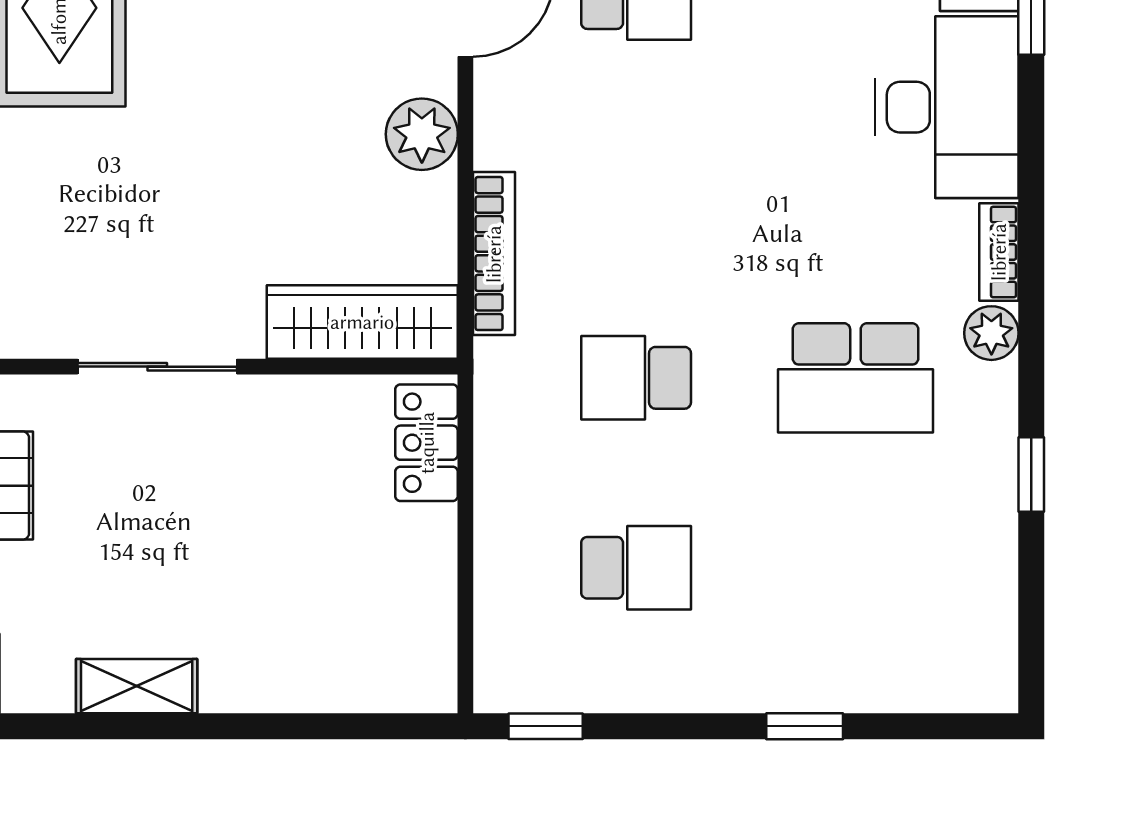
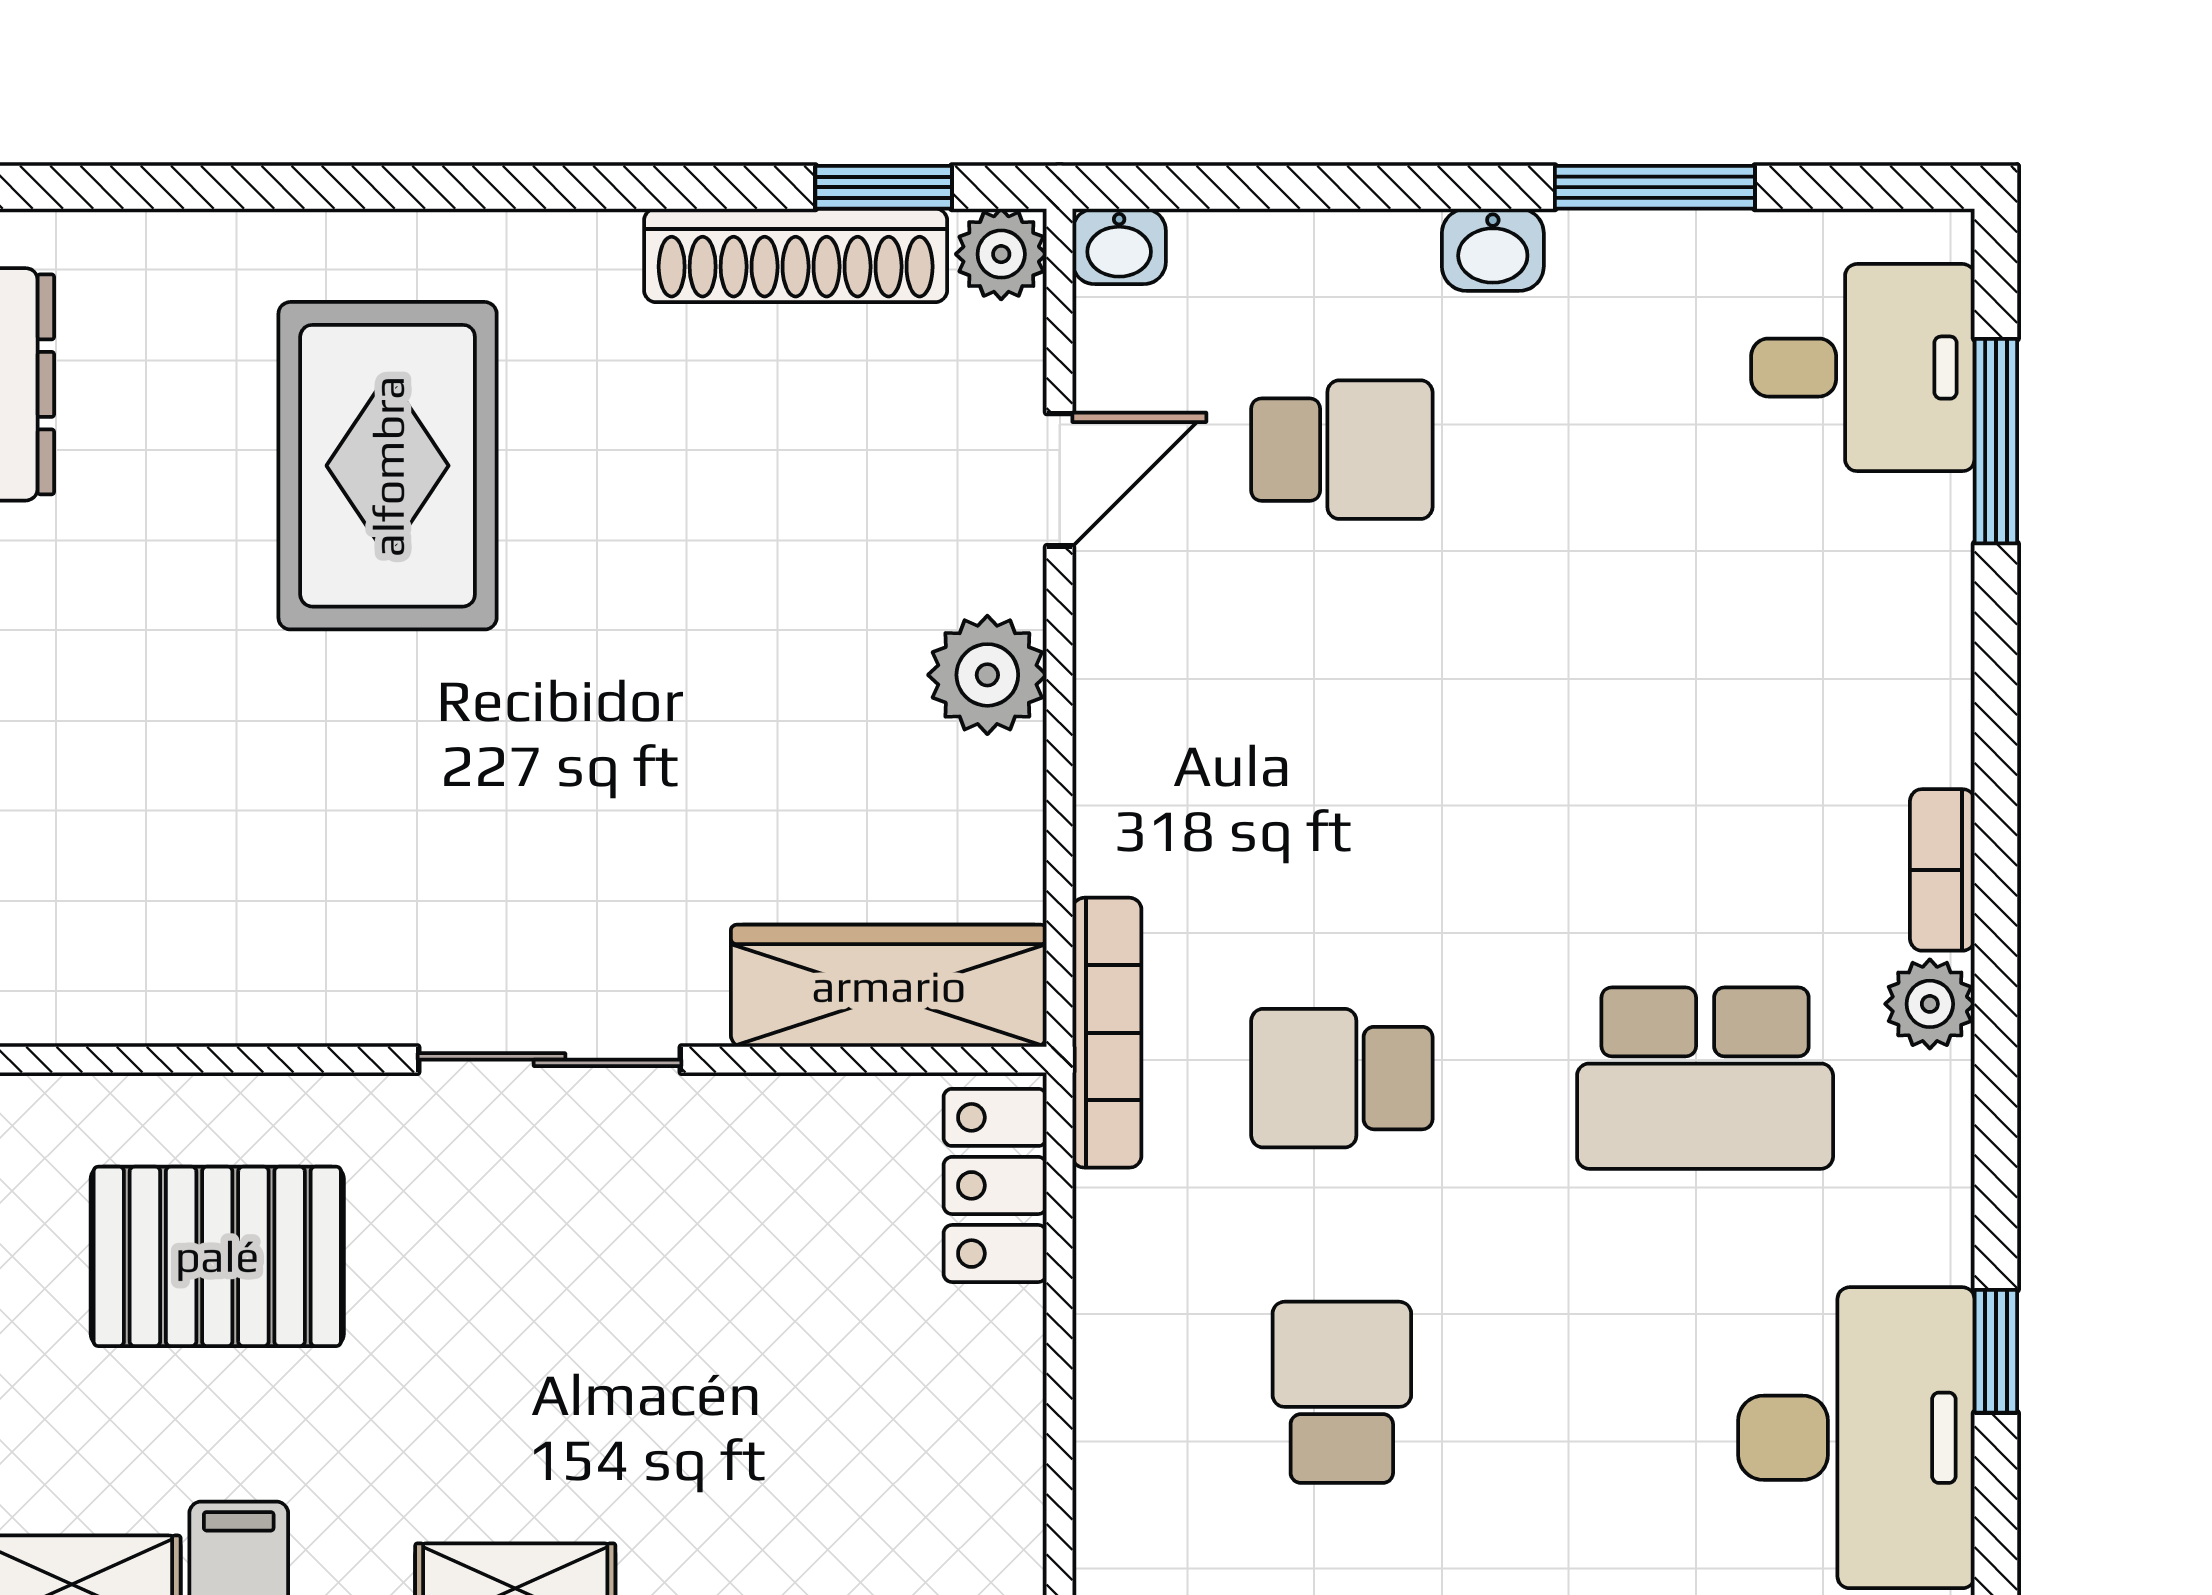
desk: (947, 107) -> (1856, 1438), moved
bookcase: (494, 254) -> (1107, 1033), moved
window: (1031, 474) -> (1996, 1351), moved
school desk: (636, 568) -> (1342, 1392), turned -90

